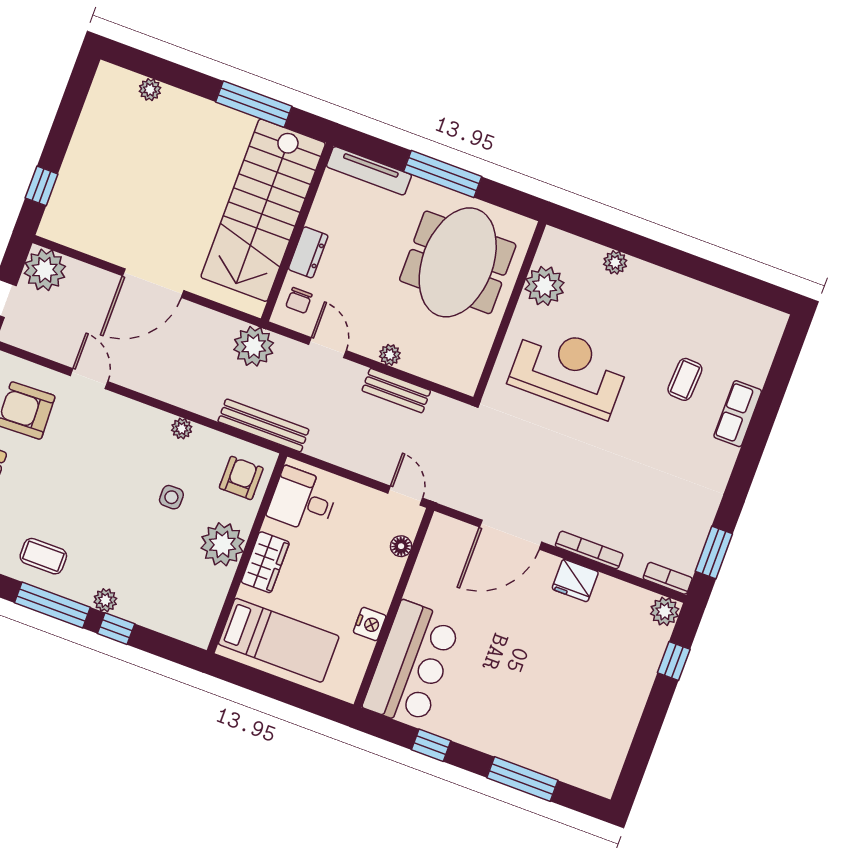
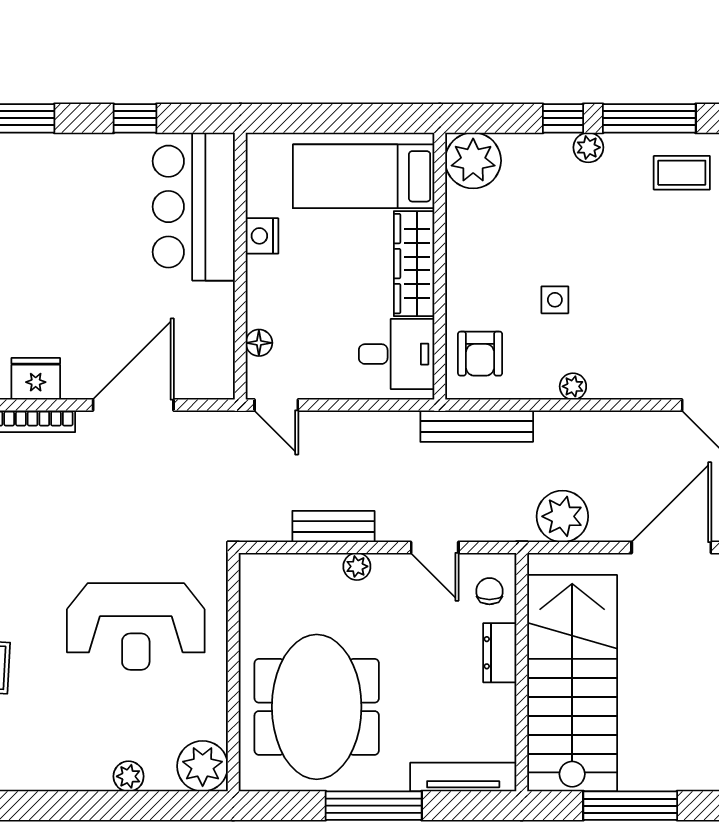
plant: (545, 286) -> (203, 766), moved
plant: (254, 346) -> (562, 516), moved
plant: (222, 544) -> (473, 161), moved
wardrobe: (265, 562) -> (414, 264), width x1.50

